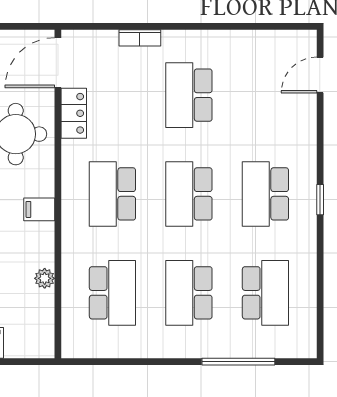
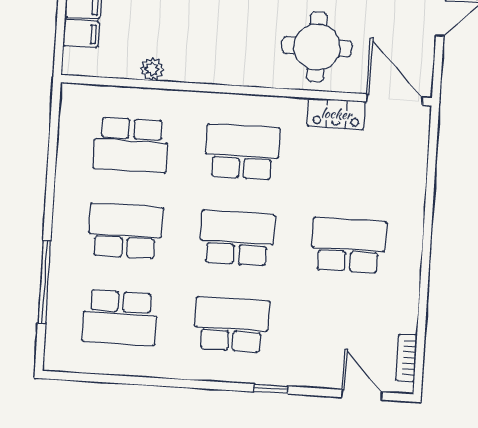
bookcase: (140, 38) -> (406, 358), moved
window: (320, 200) -> (271, 389), moved
filing cabinet: (39, 209) -> (81, 34), moved, turned 90

